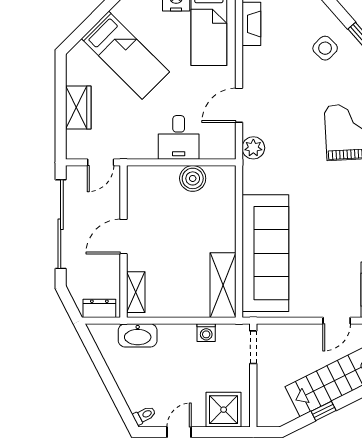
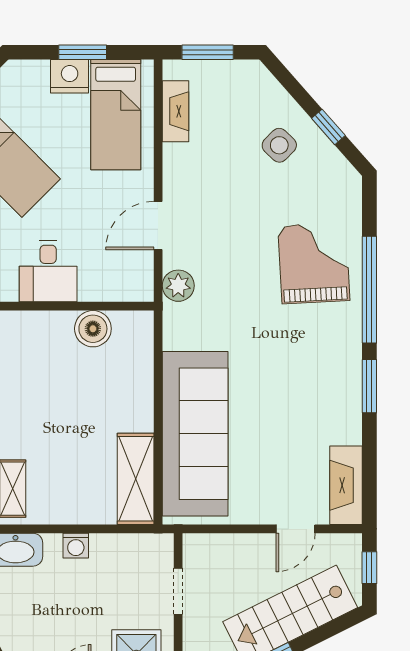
desk: (179, 137) -> (48, 271), moved
washing machine: (206, 333) -> (76, 546), moved
doorway: (253, 347) -> (178, 591), moved

